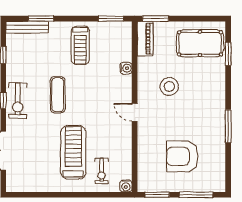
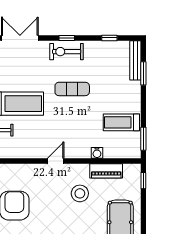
window: (156, 19) -> (143, 181), width x0.67
piano: (145, 39) -> (106, 171), moved
treadmill: (80, 45) -> (121, 122), moved

